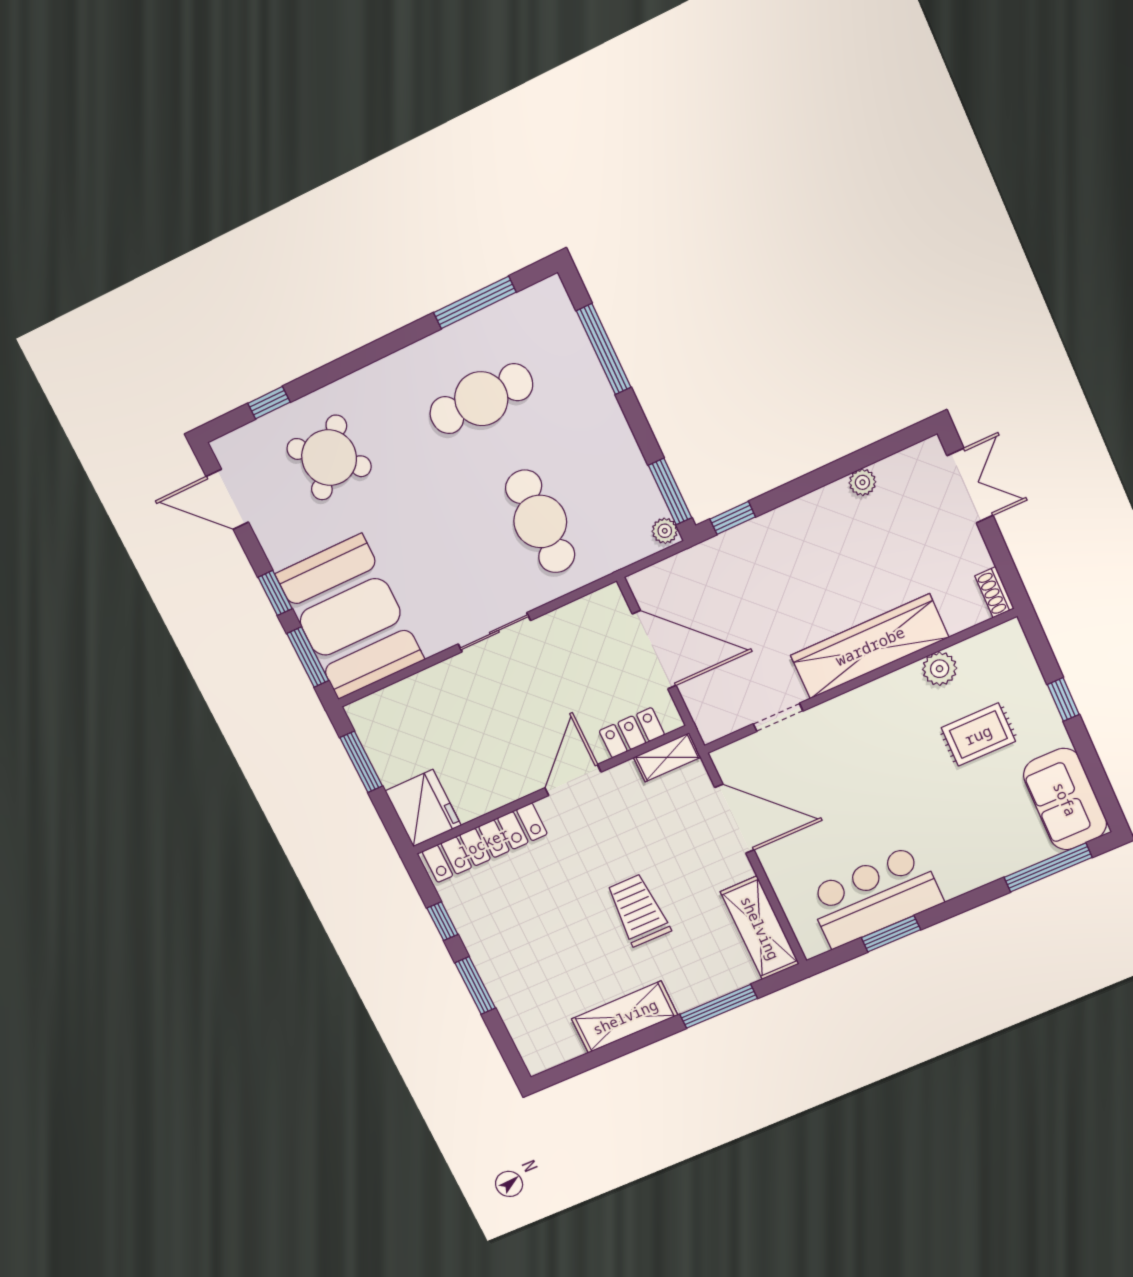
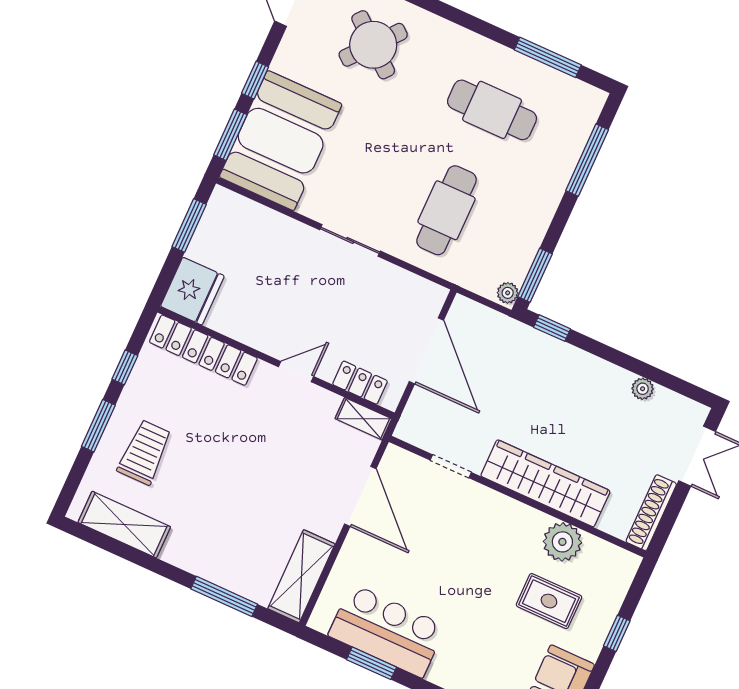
shoe rack: (995, 592) -> (651, 513), width x1.94, depth x1.24
plant: (940, 669) -> (562, 542), width x1.36, depth x1.36
door: (573, 780) -> (296, 372), width x0.73
trolley: (638, 910) -> (145, 452), moved
shelving: (625, 1017) -> (124, 525), moved

